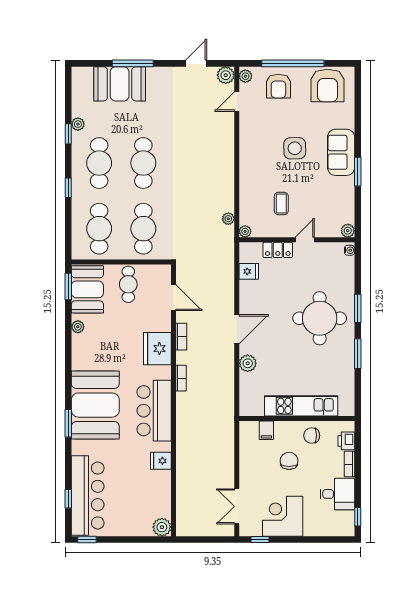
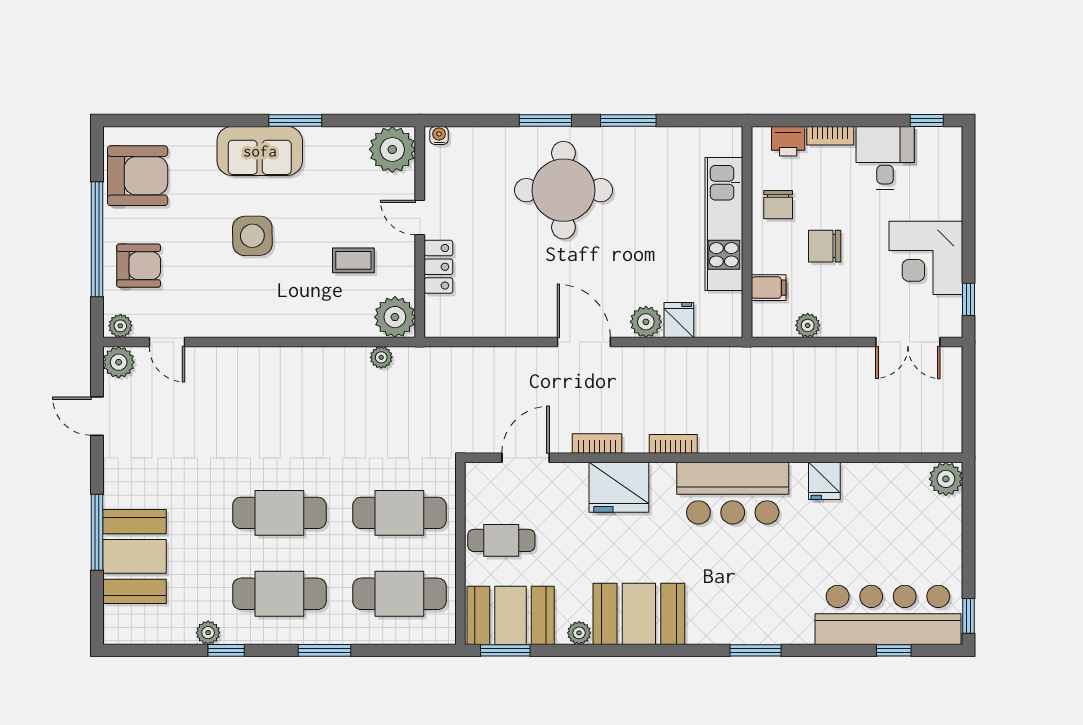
window: (68, 188) -> (324, 650), width x1.50
plant: (245, 231) -> (395, 317), width x1.88, depth x1.88
plant: (348, 231) -> (392, 149), width x1.88, depth x1.88
fridge: (249, 271) -> (679, 320), moved
booth: (95, 405) -> (639, 614), moved, width x0.73, depth x0.70
plant: (246, 452) -> (808, 325), added

